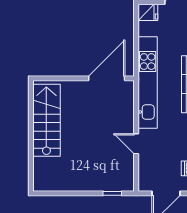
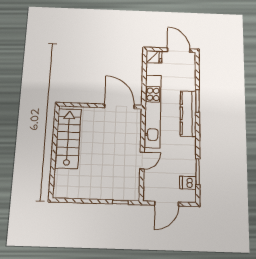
door: (107, 78) -> (119, 106), hinge flipped
door: (136, 144) -> (142, 160), swing flipped

